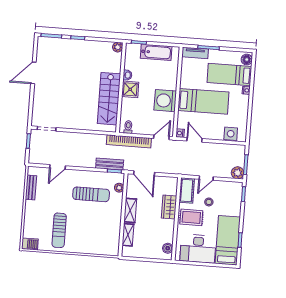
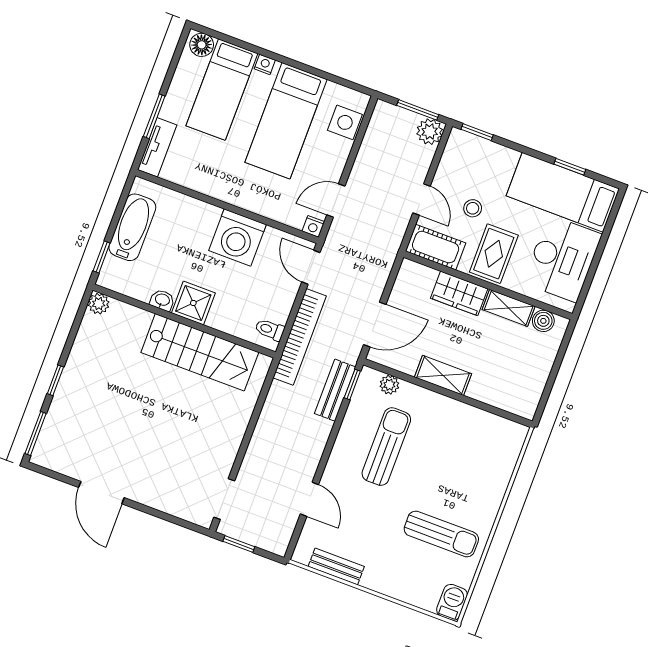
bed: (203, 101) -> (286, 121), moved, turned 180
shelving: (128, 235) -> (509, 308), moved

